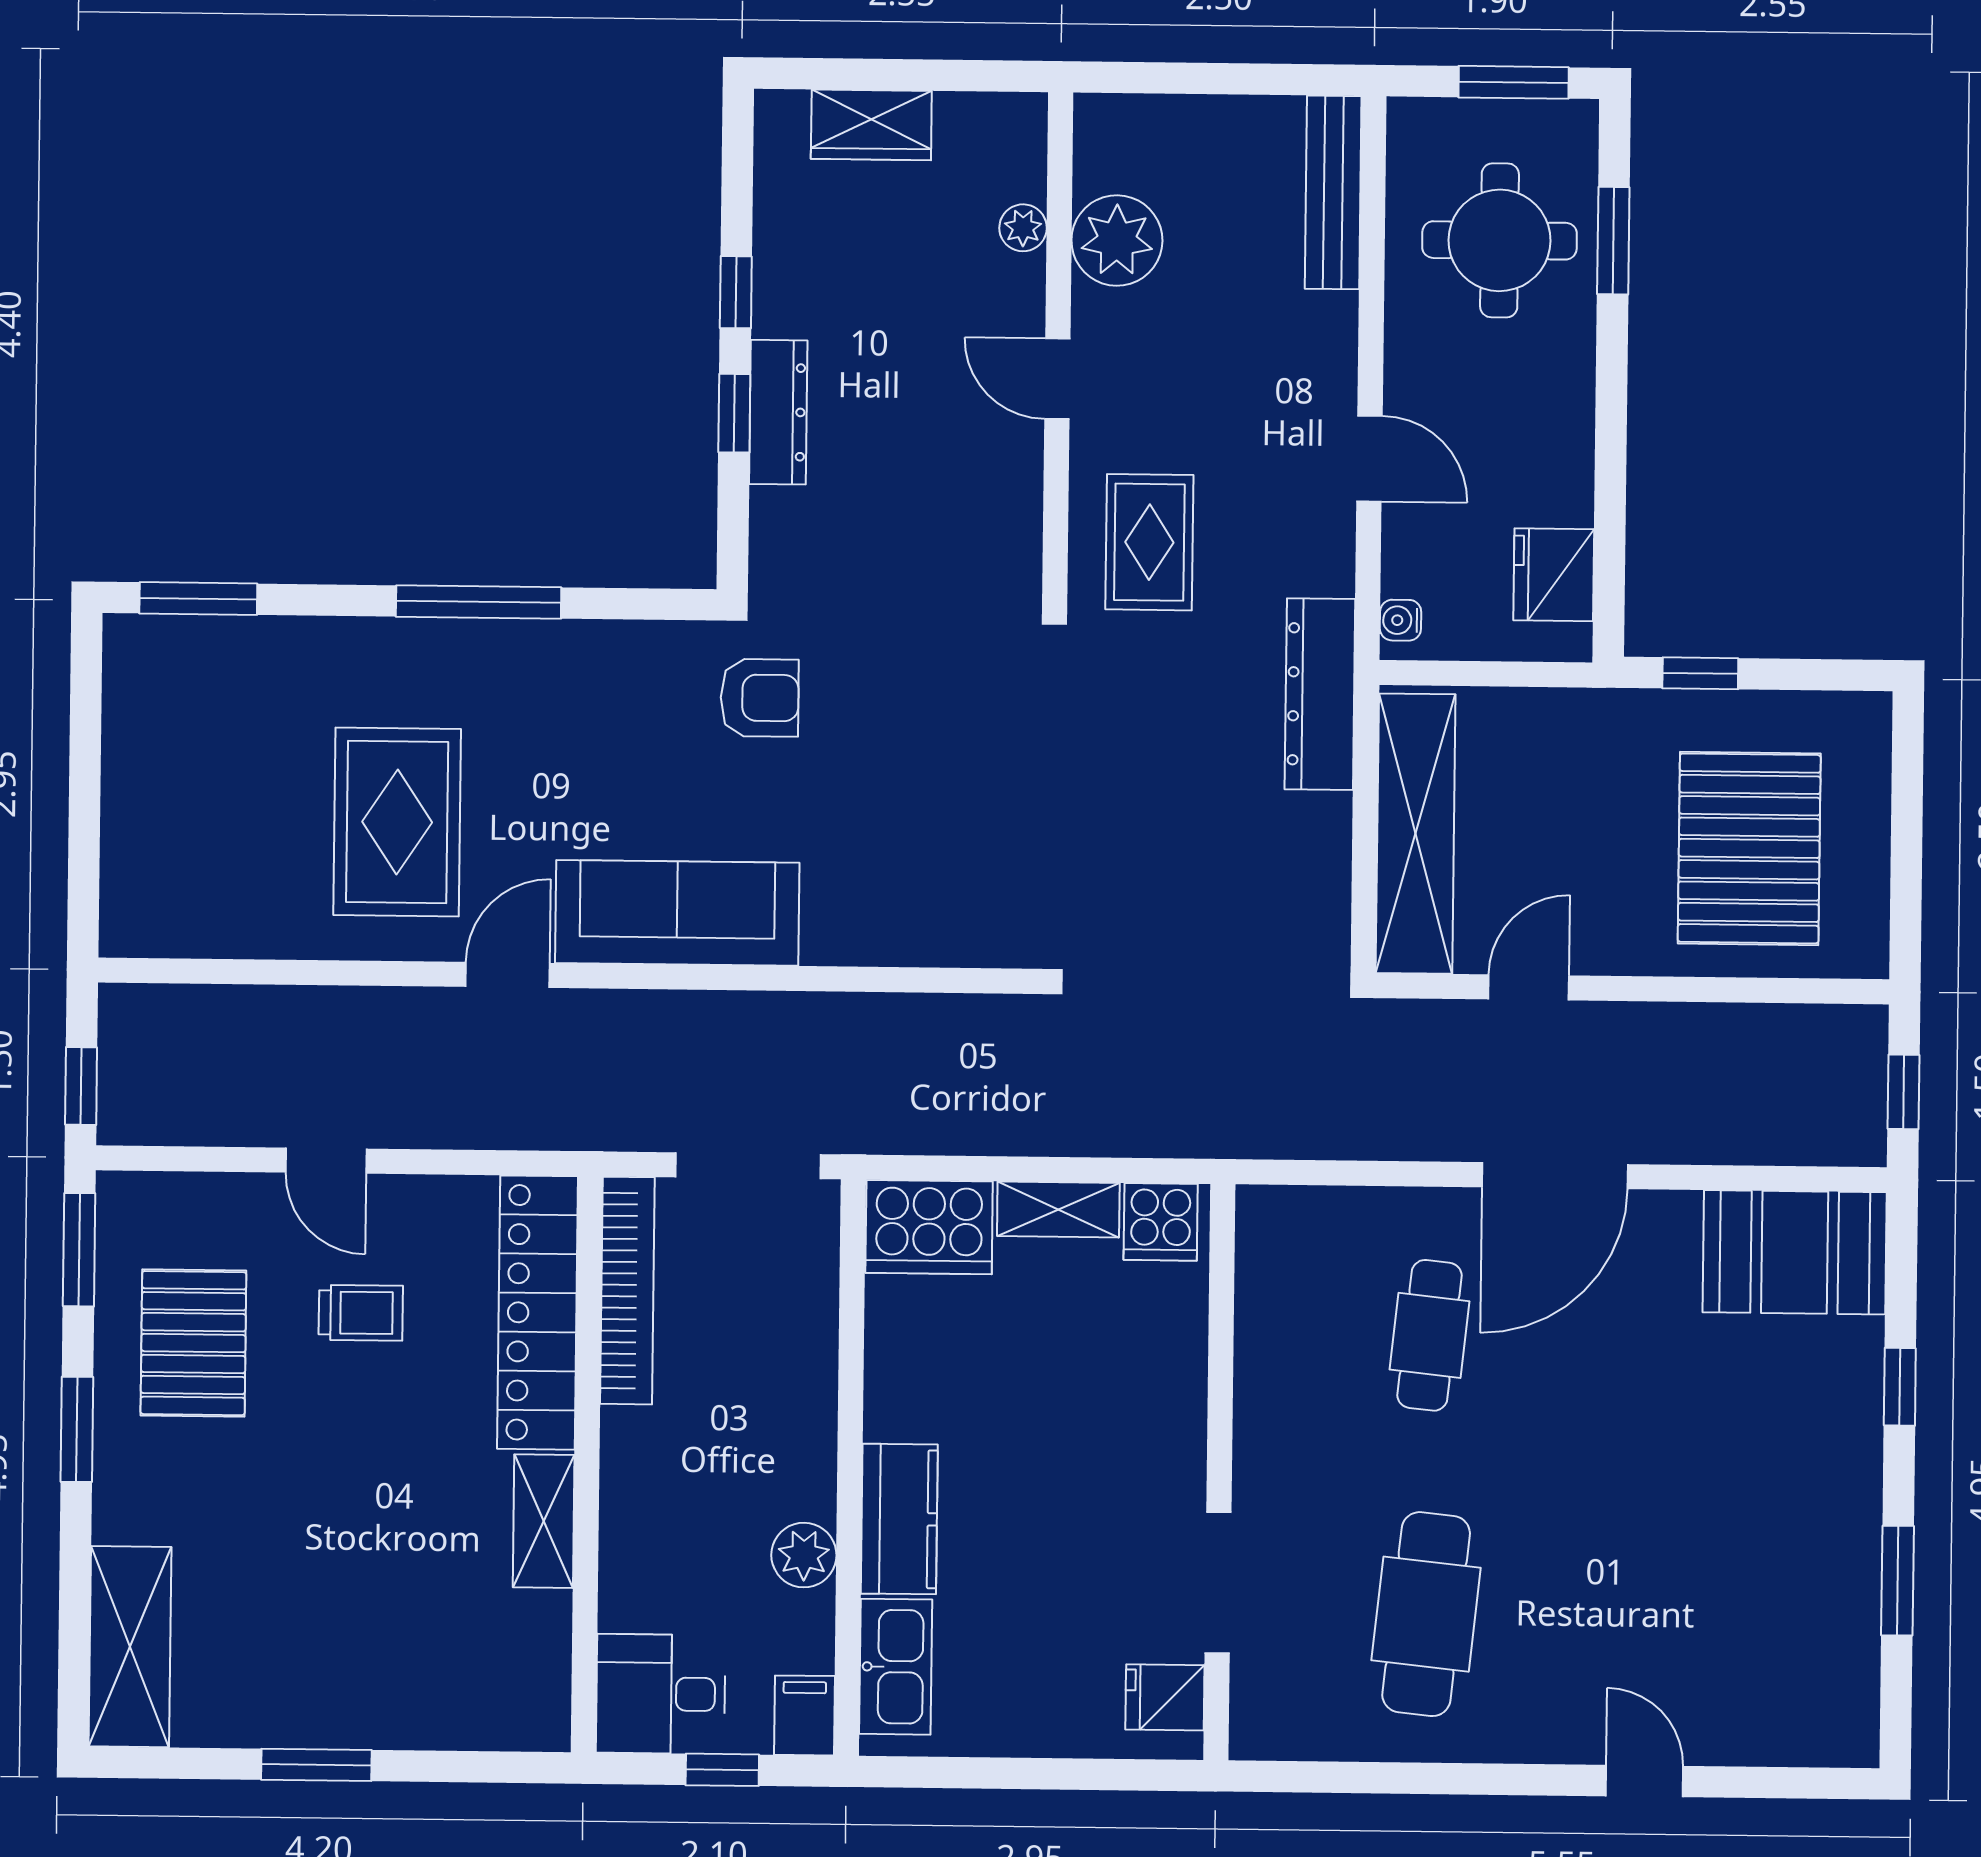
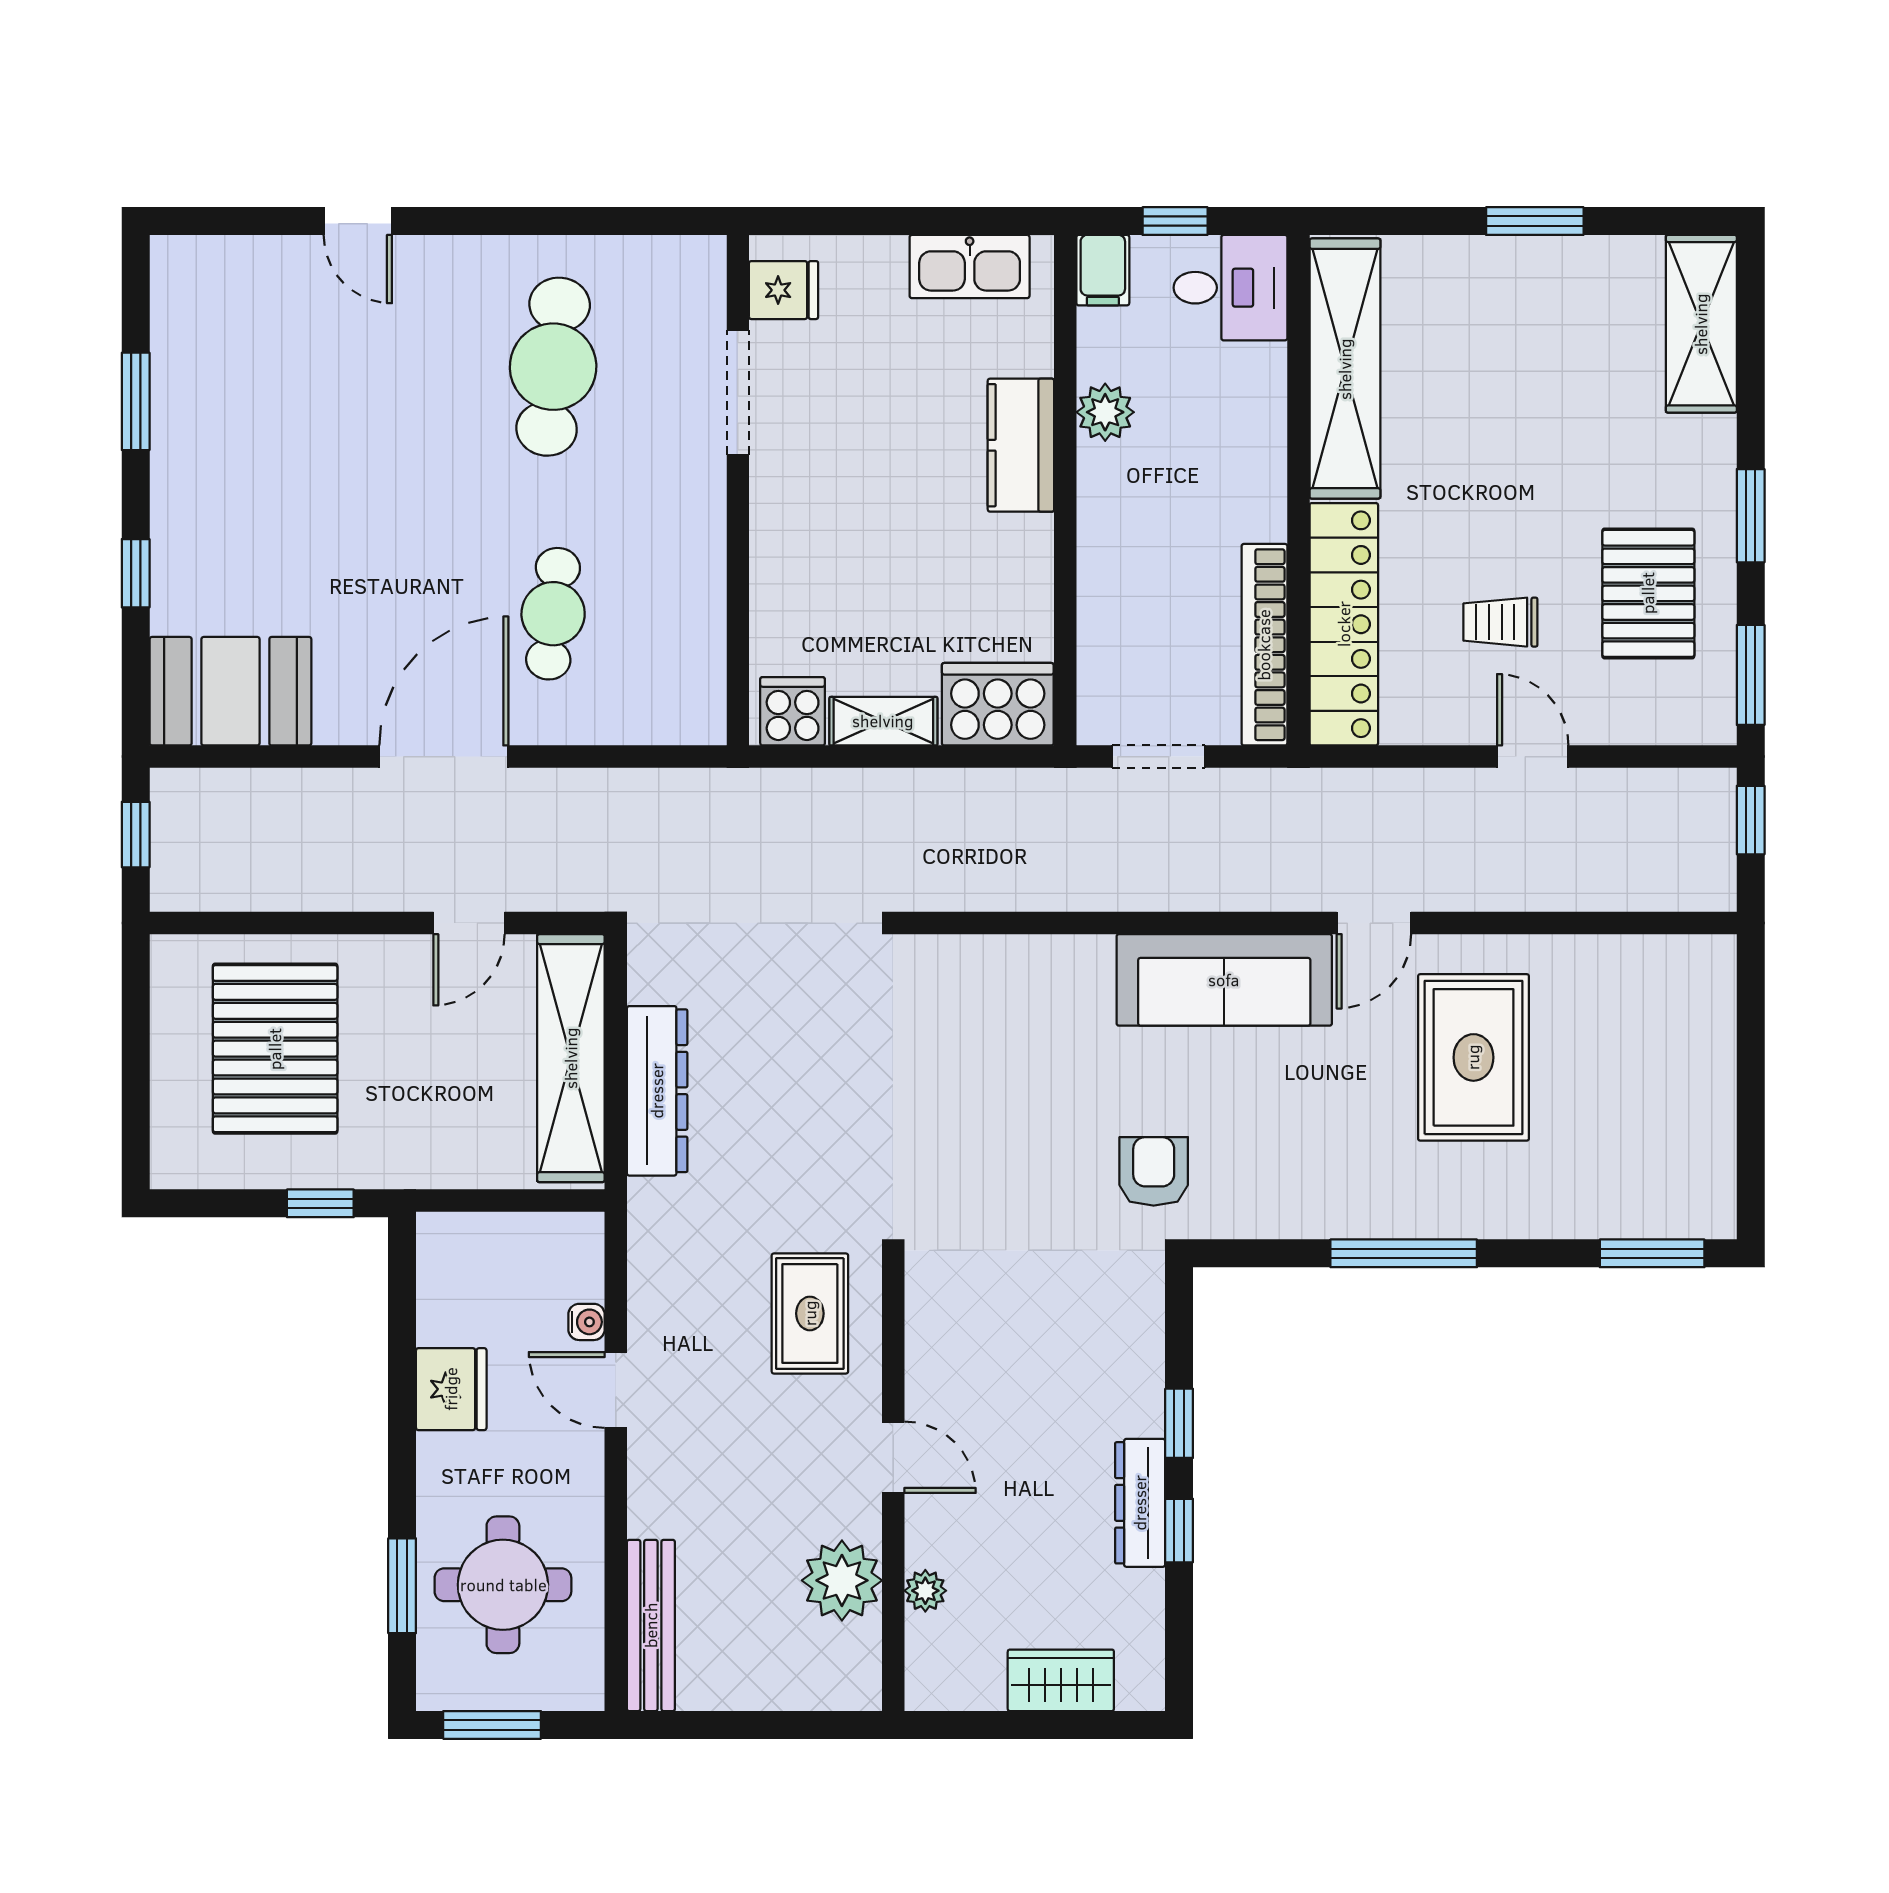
dresser: (778, 412) -> (1140, 1503), moved
fridge: (1554, 575) -> (451, 1389), moved
water cooler: (1401, 620) -> (587, 1322), moved
dresser: (1320, 694) -> (657, 1091), moved
armchair: (760, 698) -> (1154, 1171), turned 90
doorway: (748, 1166) -> (1159, 757), width x0.73
shelving: (544, 1521) -> (1345, 369), width x2.20, depth x1.33
kitchen sink: (896, 1667) -> (970, 267), moved, turned -90

